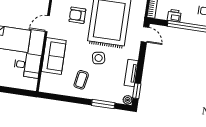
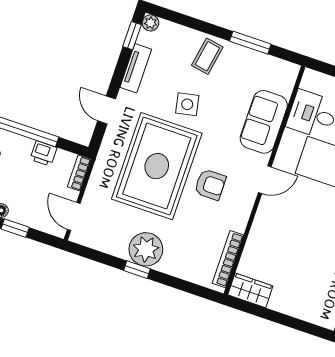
door: (145, 34) -> (107, 110), moved
coffee table: (81, 80) -> (207, 56), moved
window: (103, 104) -> (250, 43), moved

